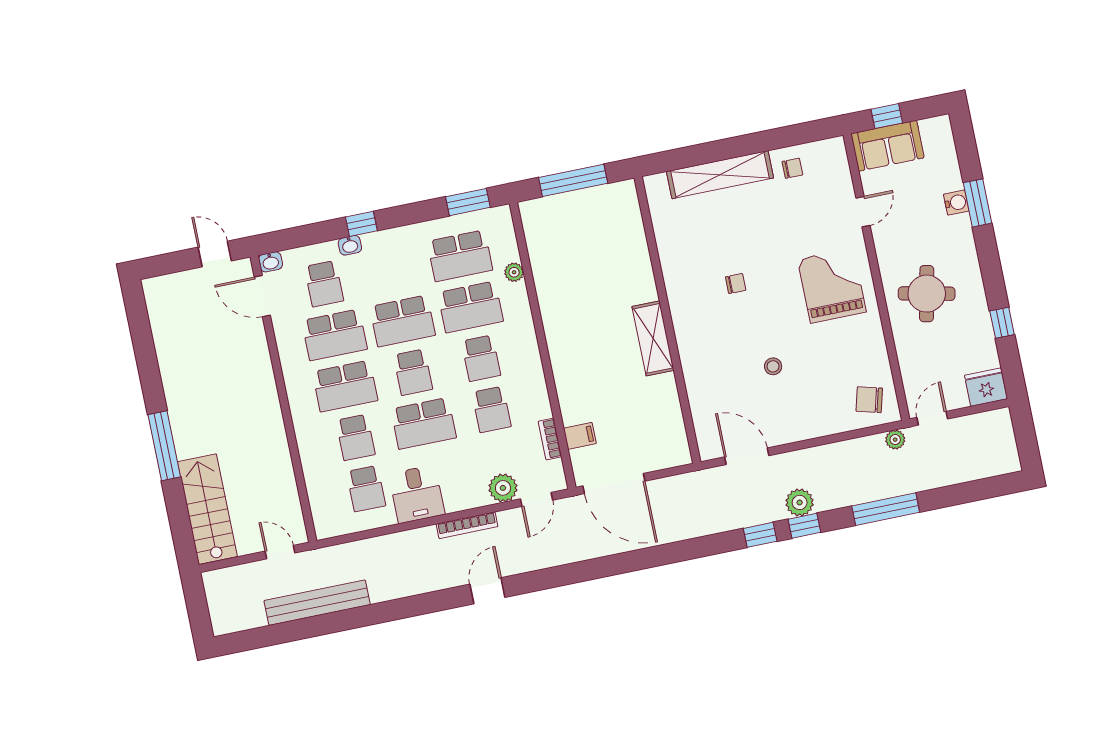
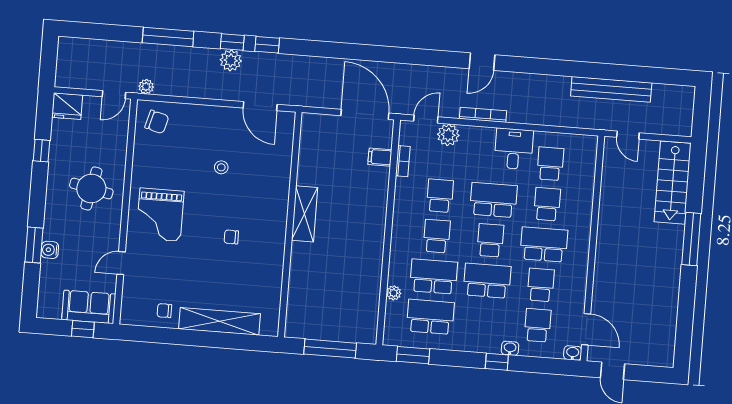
school desk: (334, 335) -> (541, 285), width x0.54

